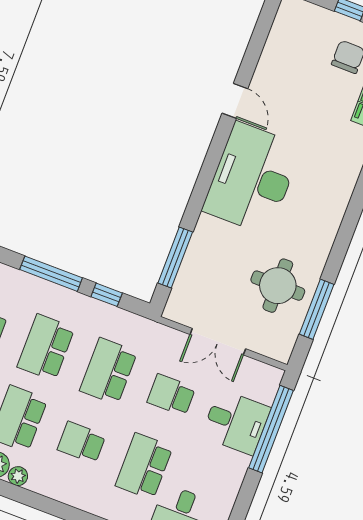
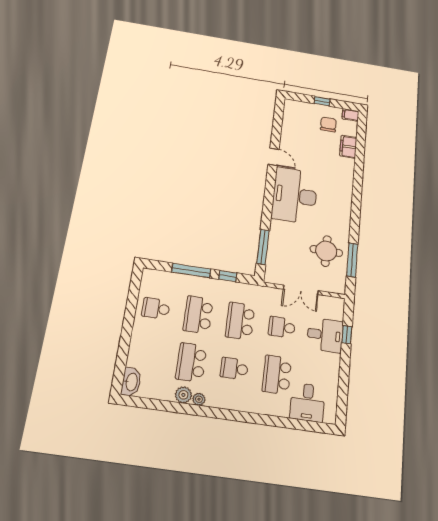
window: (271, 429) -> (347, 335), width x0.32

